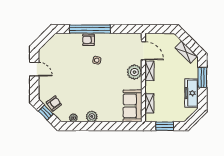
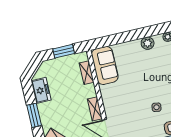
plant: (134, 72) -> (111, 104), removed
freezer: (192, 93) -> (41, 90), width x0.71

